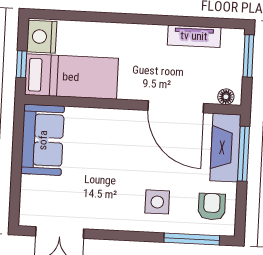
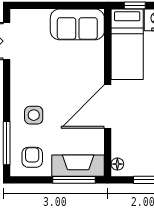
door: (176, 107) -> (108, 106), moved
armchair: (212, 207) -> (32, 157), turned -90

